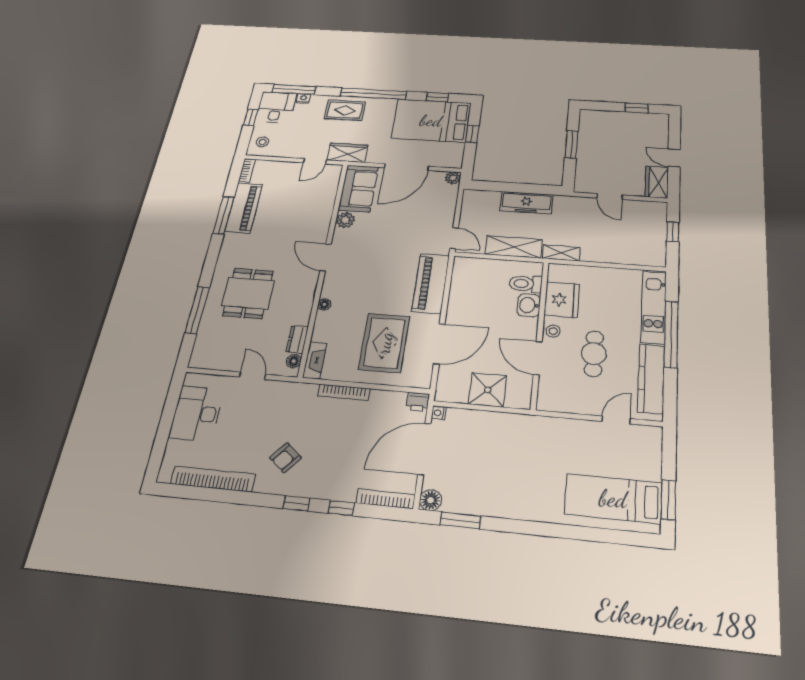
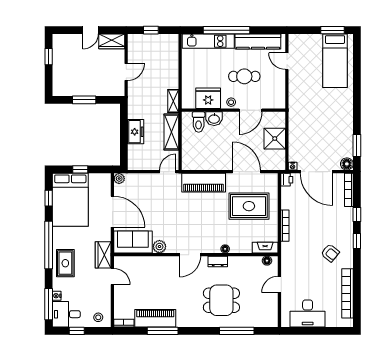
freezer: (526, 203) -> (136, 132), width x0.71
dresser: (297, 339) -> (218, 261), moved

